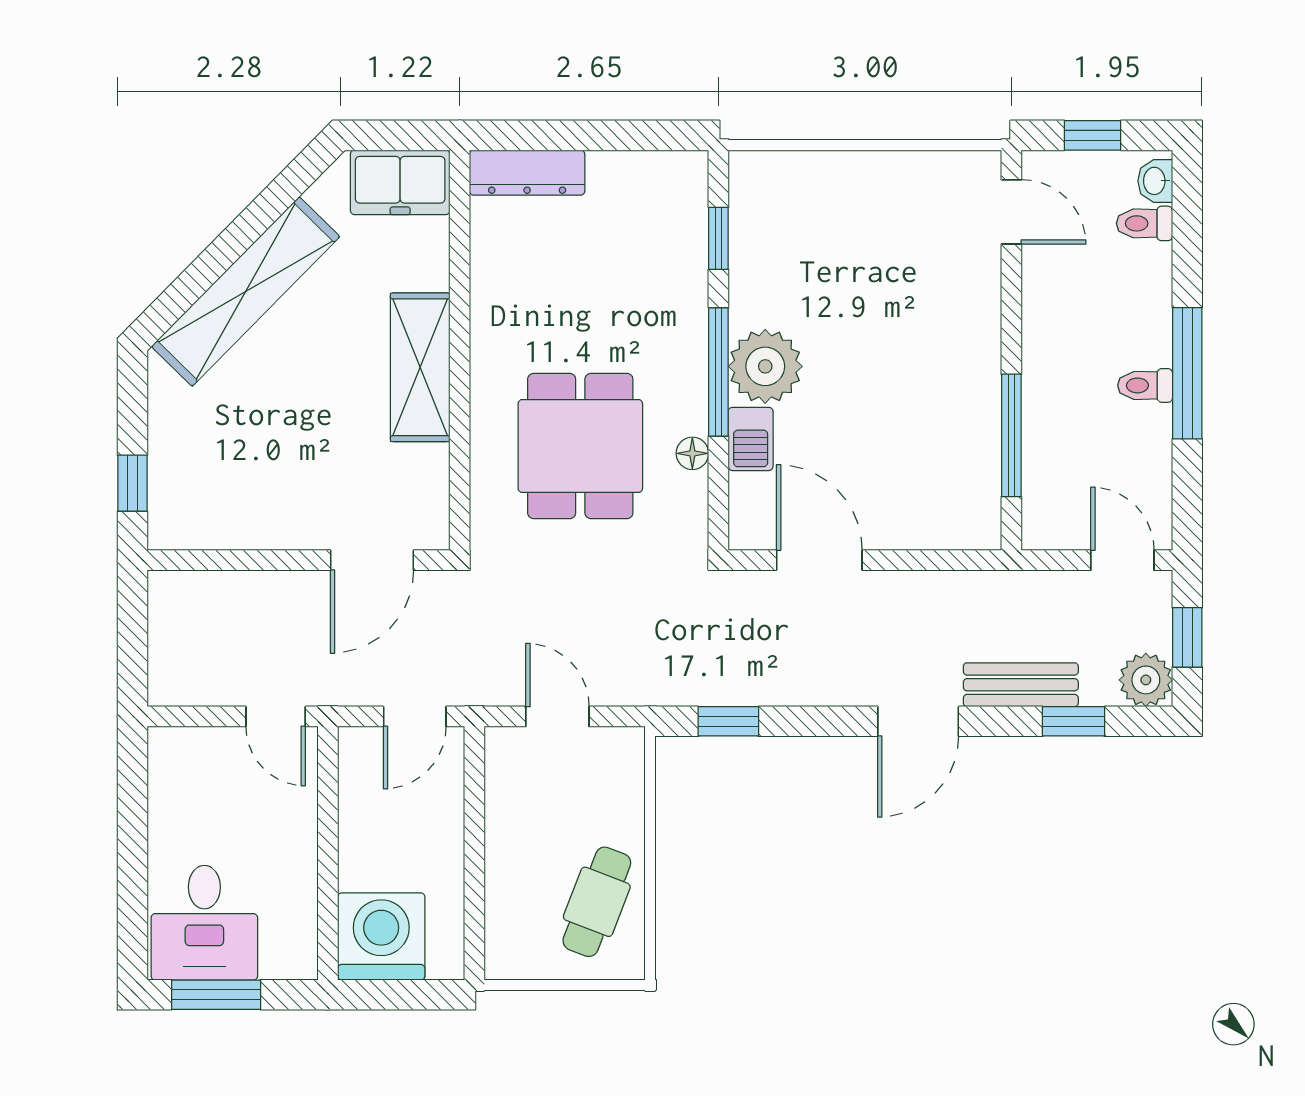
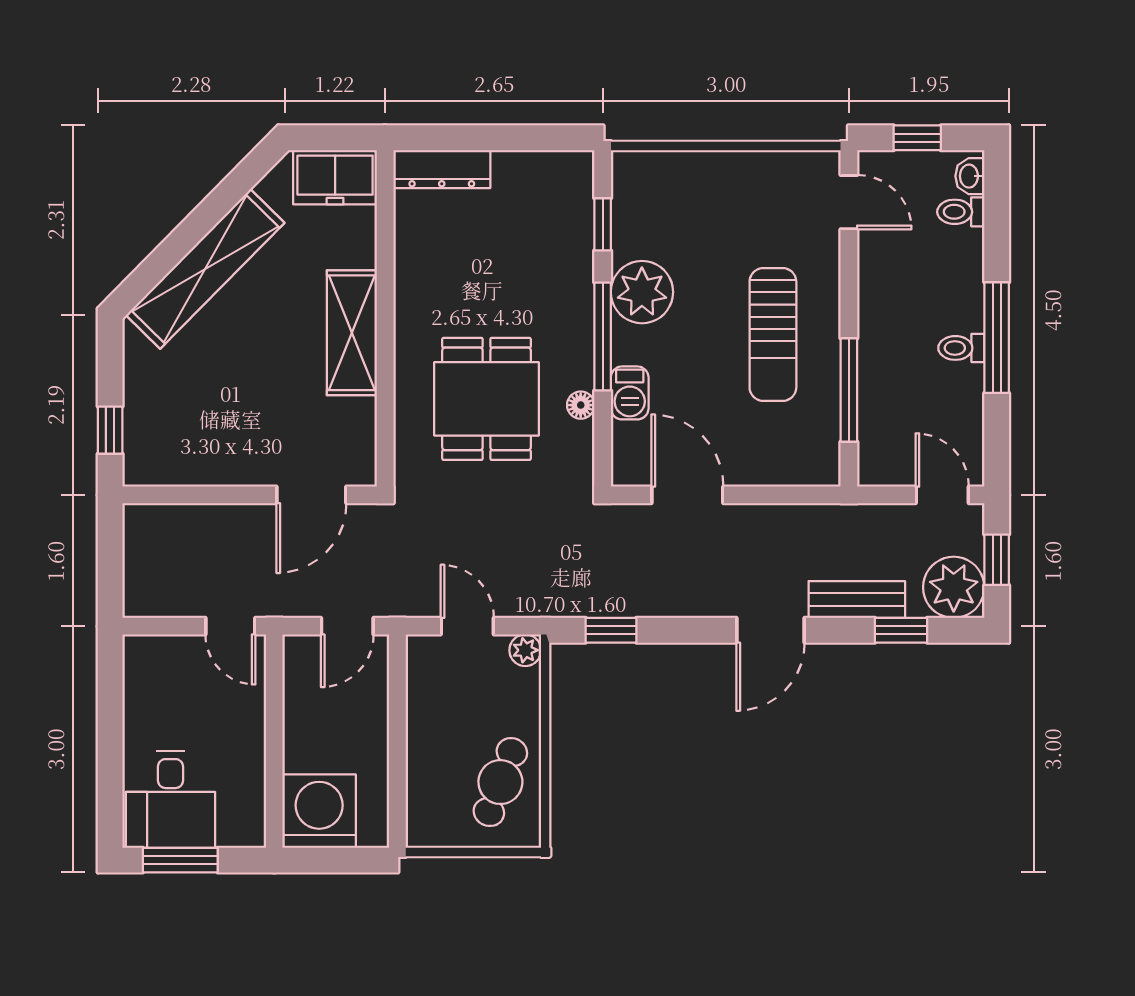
plant: (765, 366) -> (642, 292), moved
sun lounger: (921, 369) -> (773, 335), added
plant: (1146, 680) -> (954, 587), width x1.36, depth x1.36
plant: (626, 745) -> (525, 650), added

